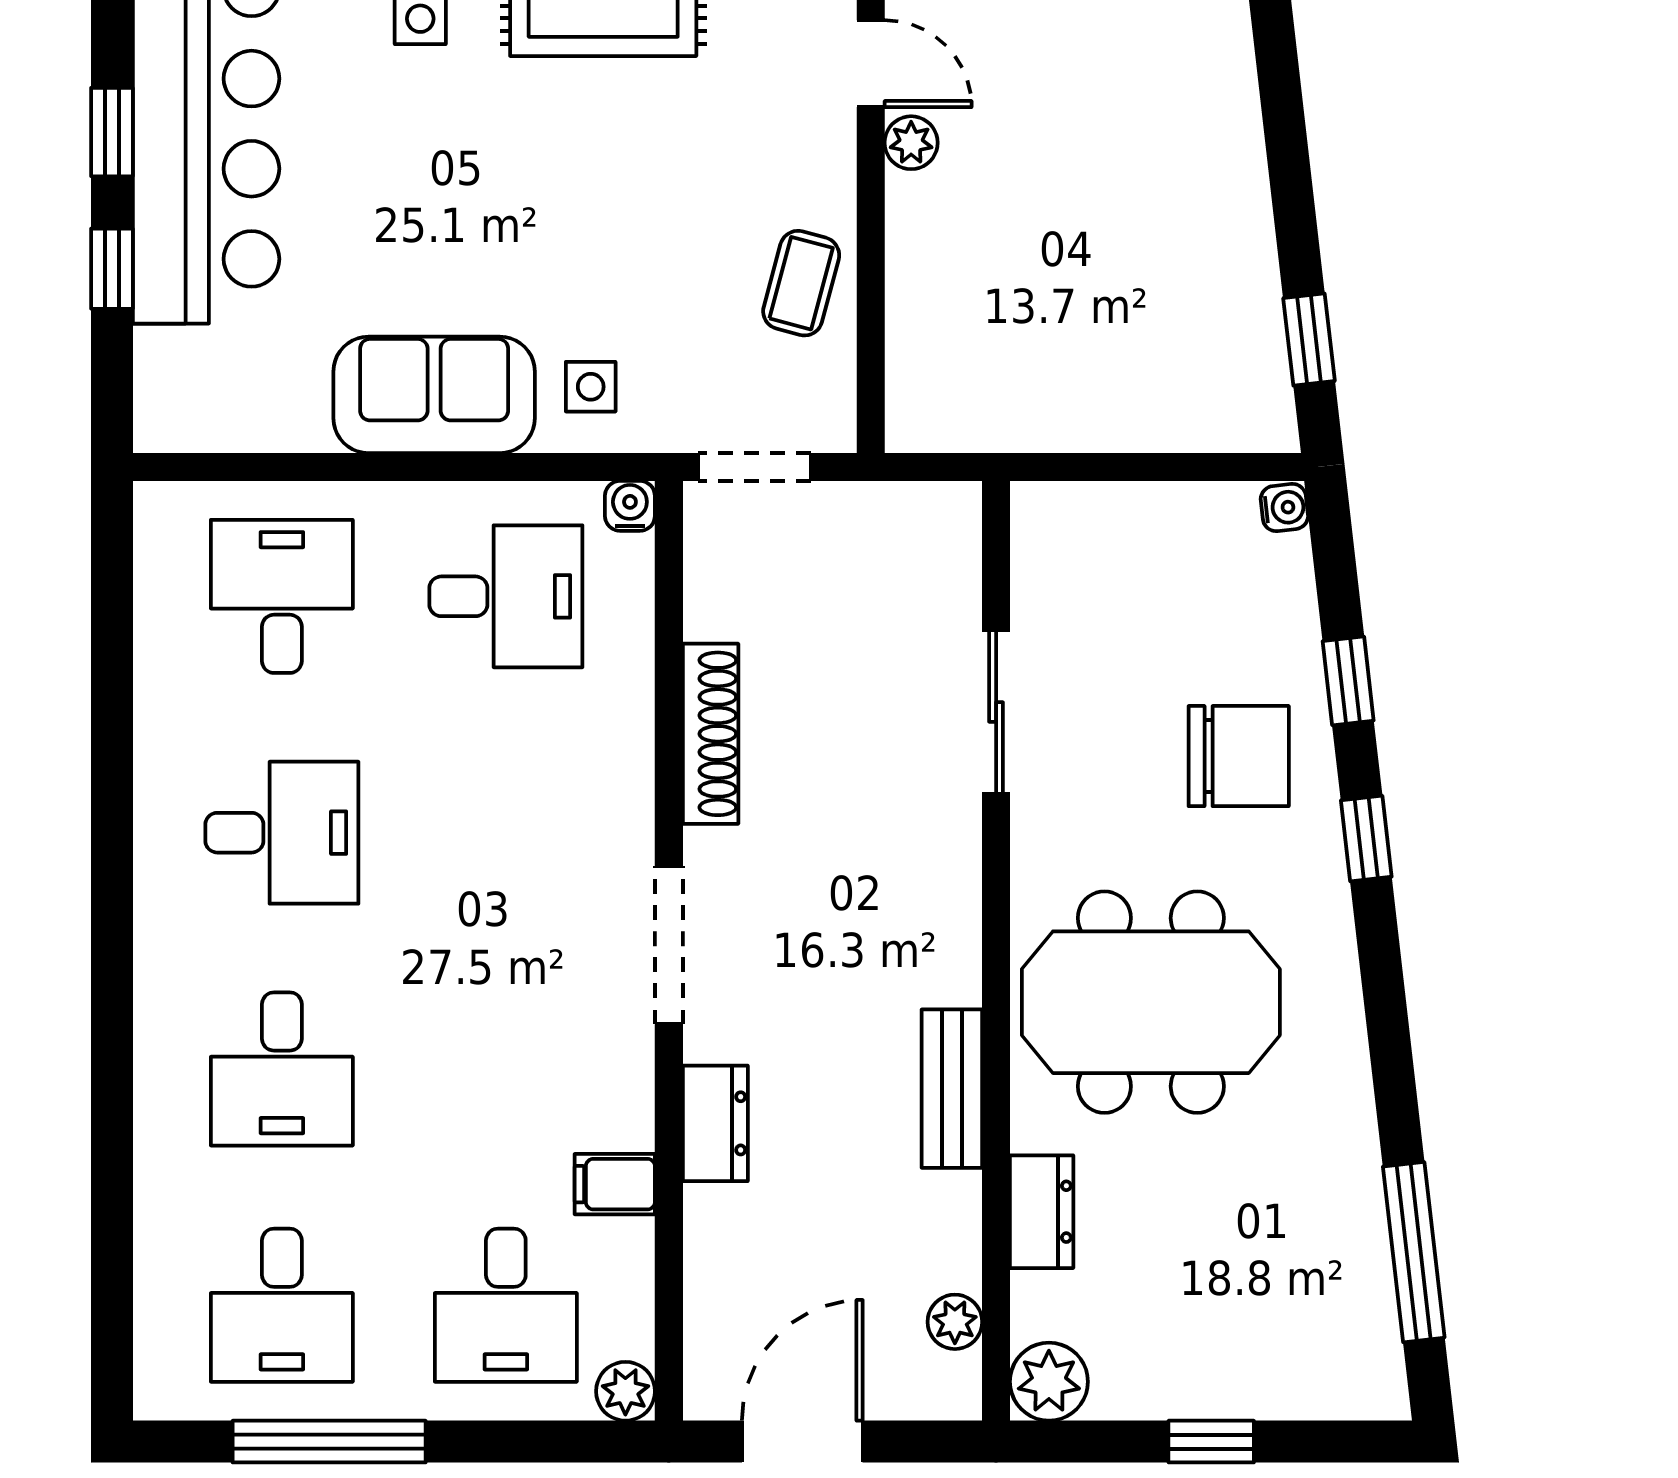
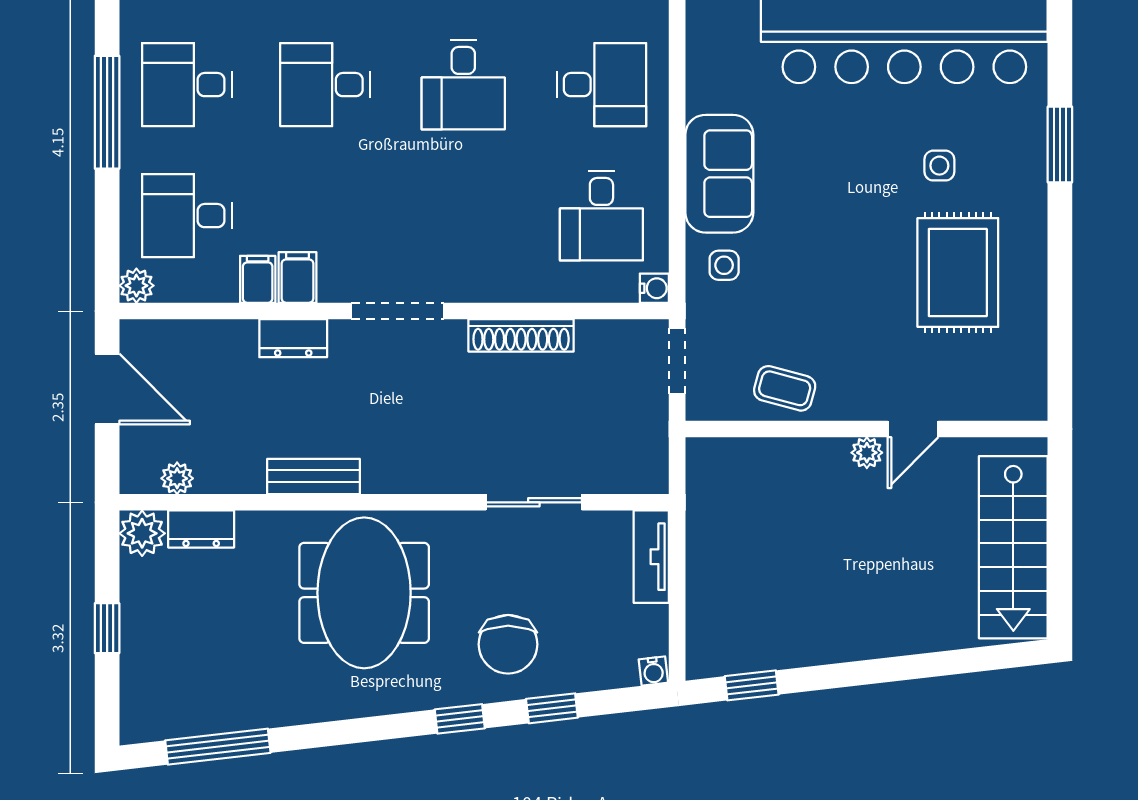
tv unit: (1089, 511) -> (651, 557), added
filing cabinet: (612, 1116) -> (298, 277), added
dresser: (1042, 1212) -> (201, 529), moved

